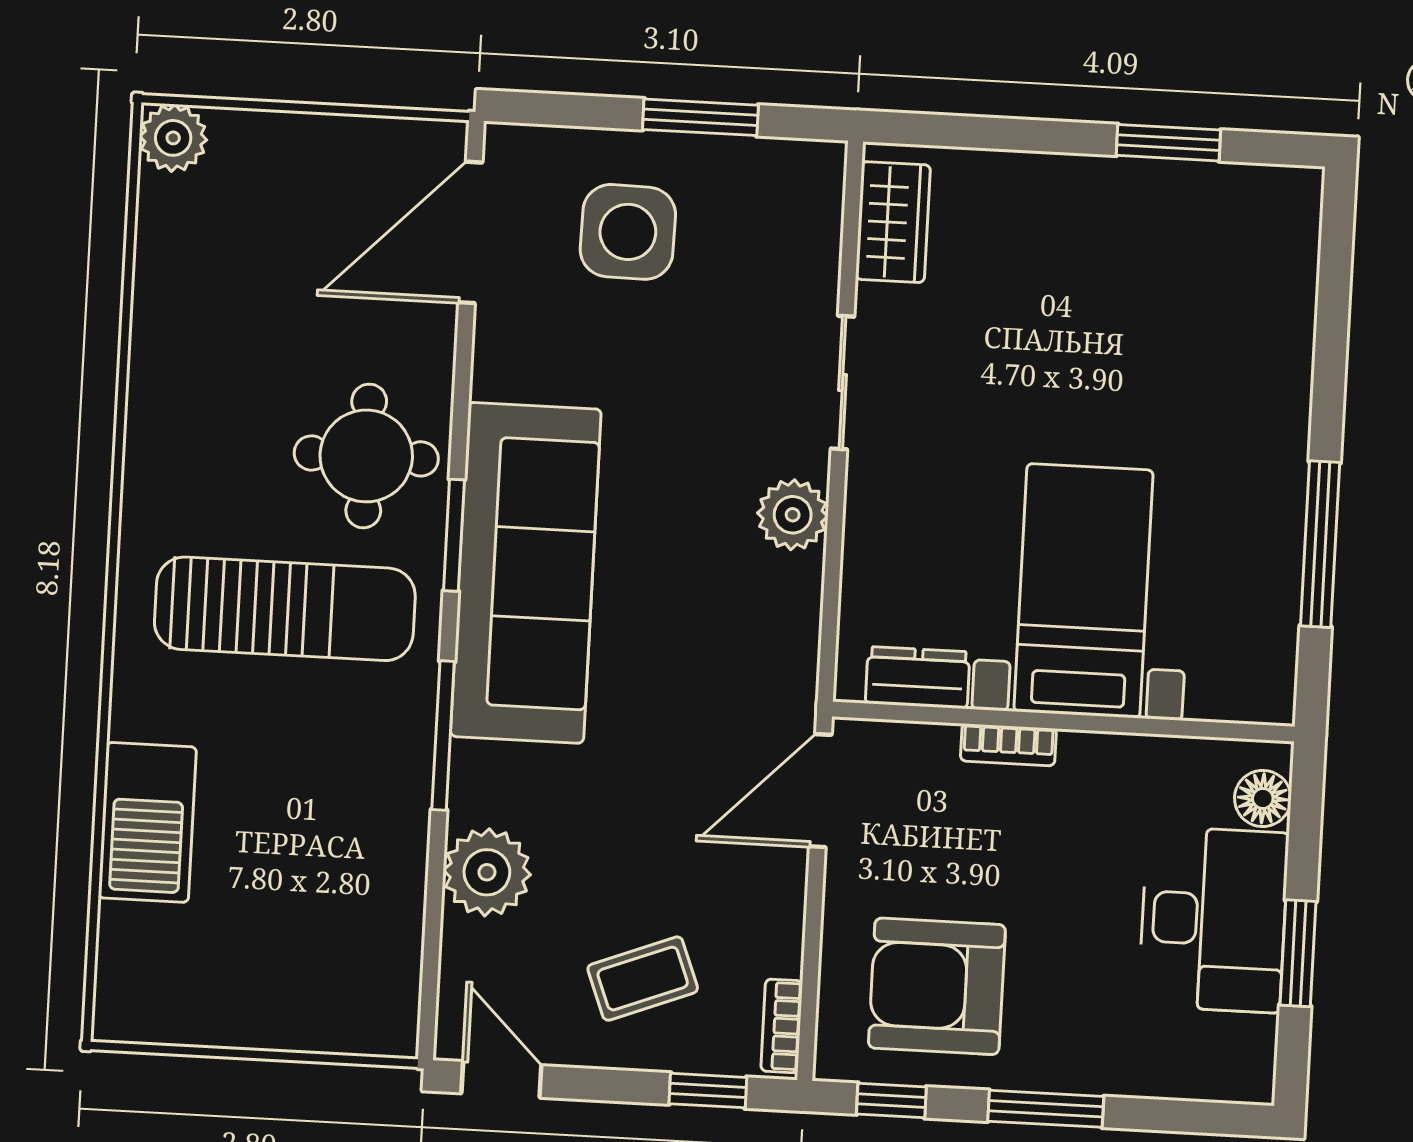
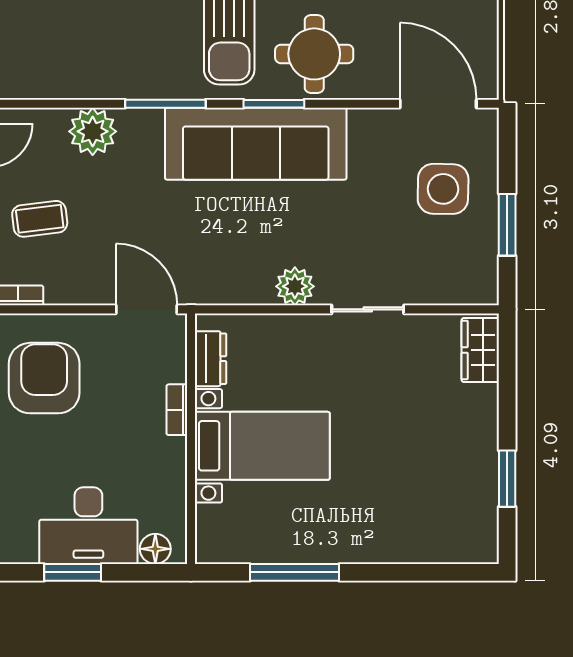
wardrobe: (893, 222) -> (480, 350), moved, turned 90
coffee table: (643, 979) -> (40, 219), turned -76

